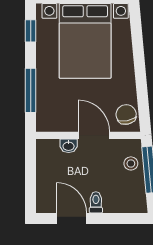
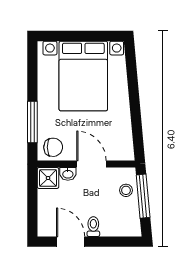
window: (31, 31) -> (32, 67), removed
chair: (126, 114) -> (53, 147), moved, turned 101
shower: (47, 150) -> (48, 178), added

